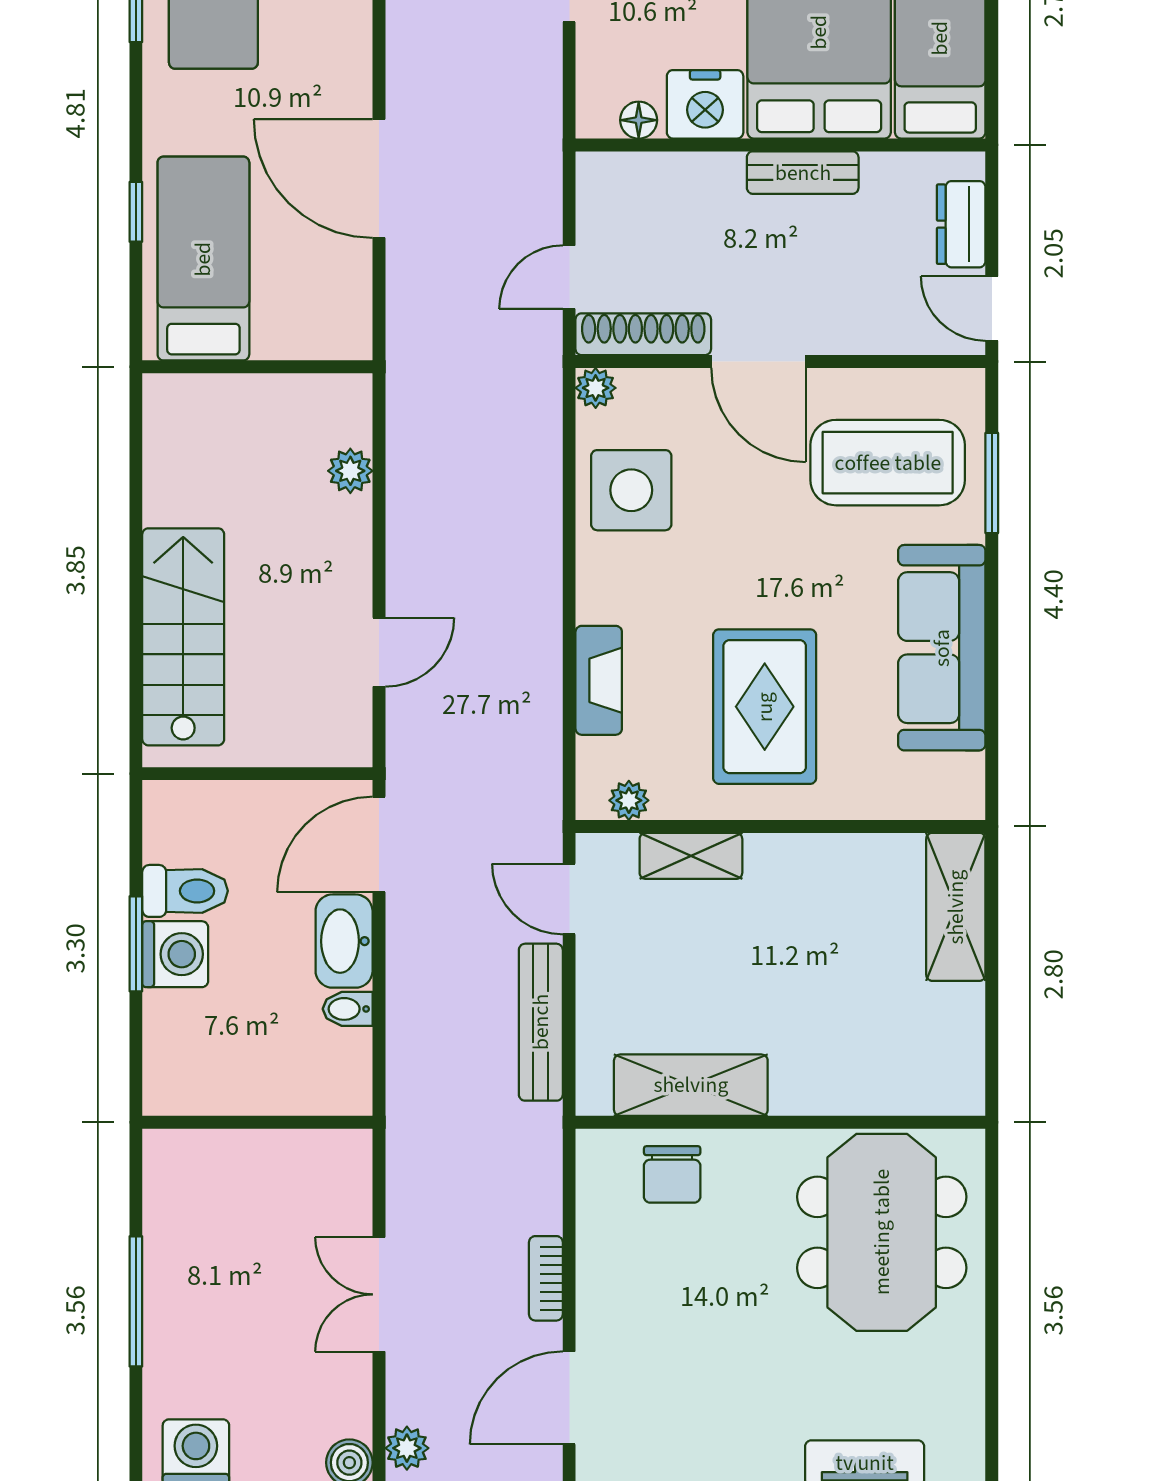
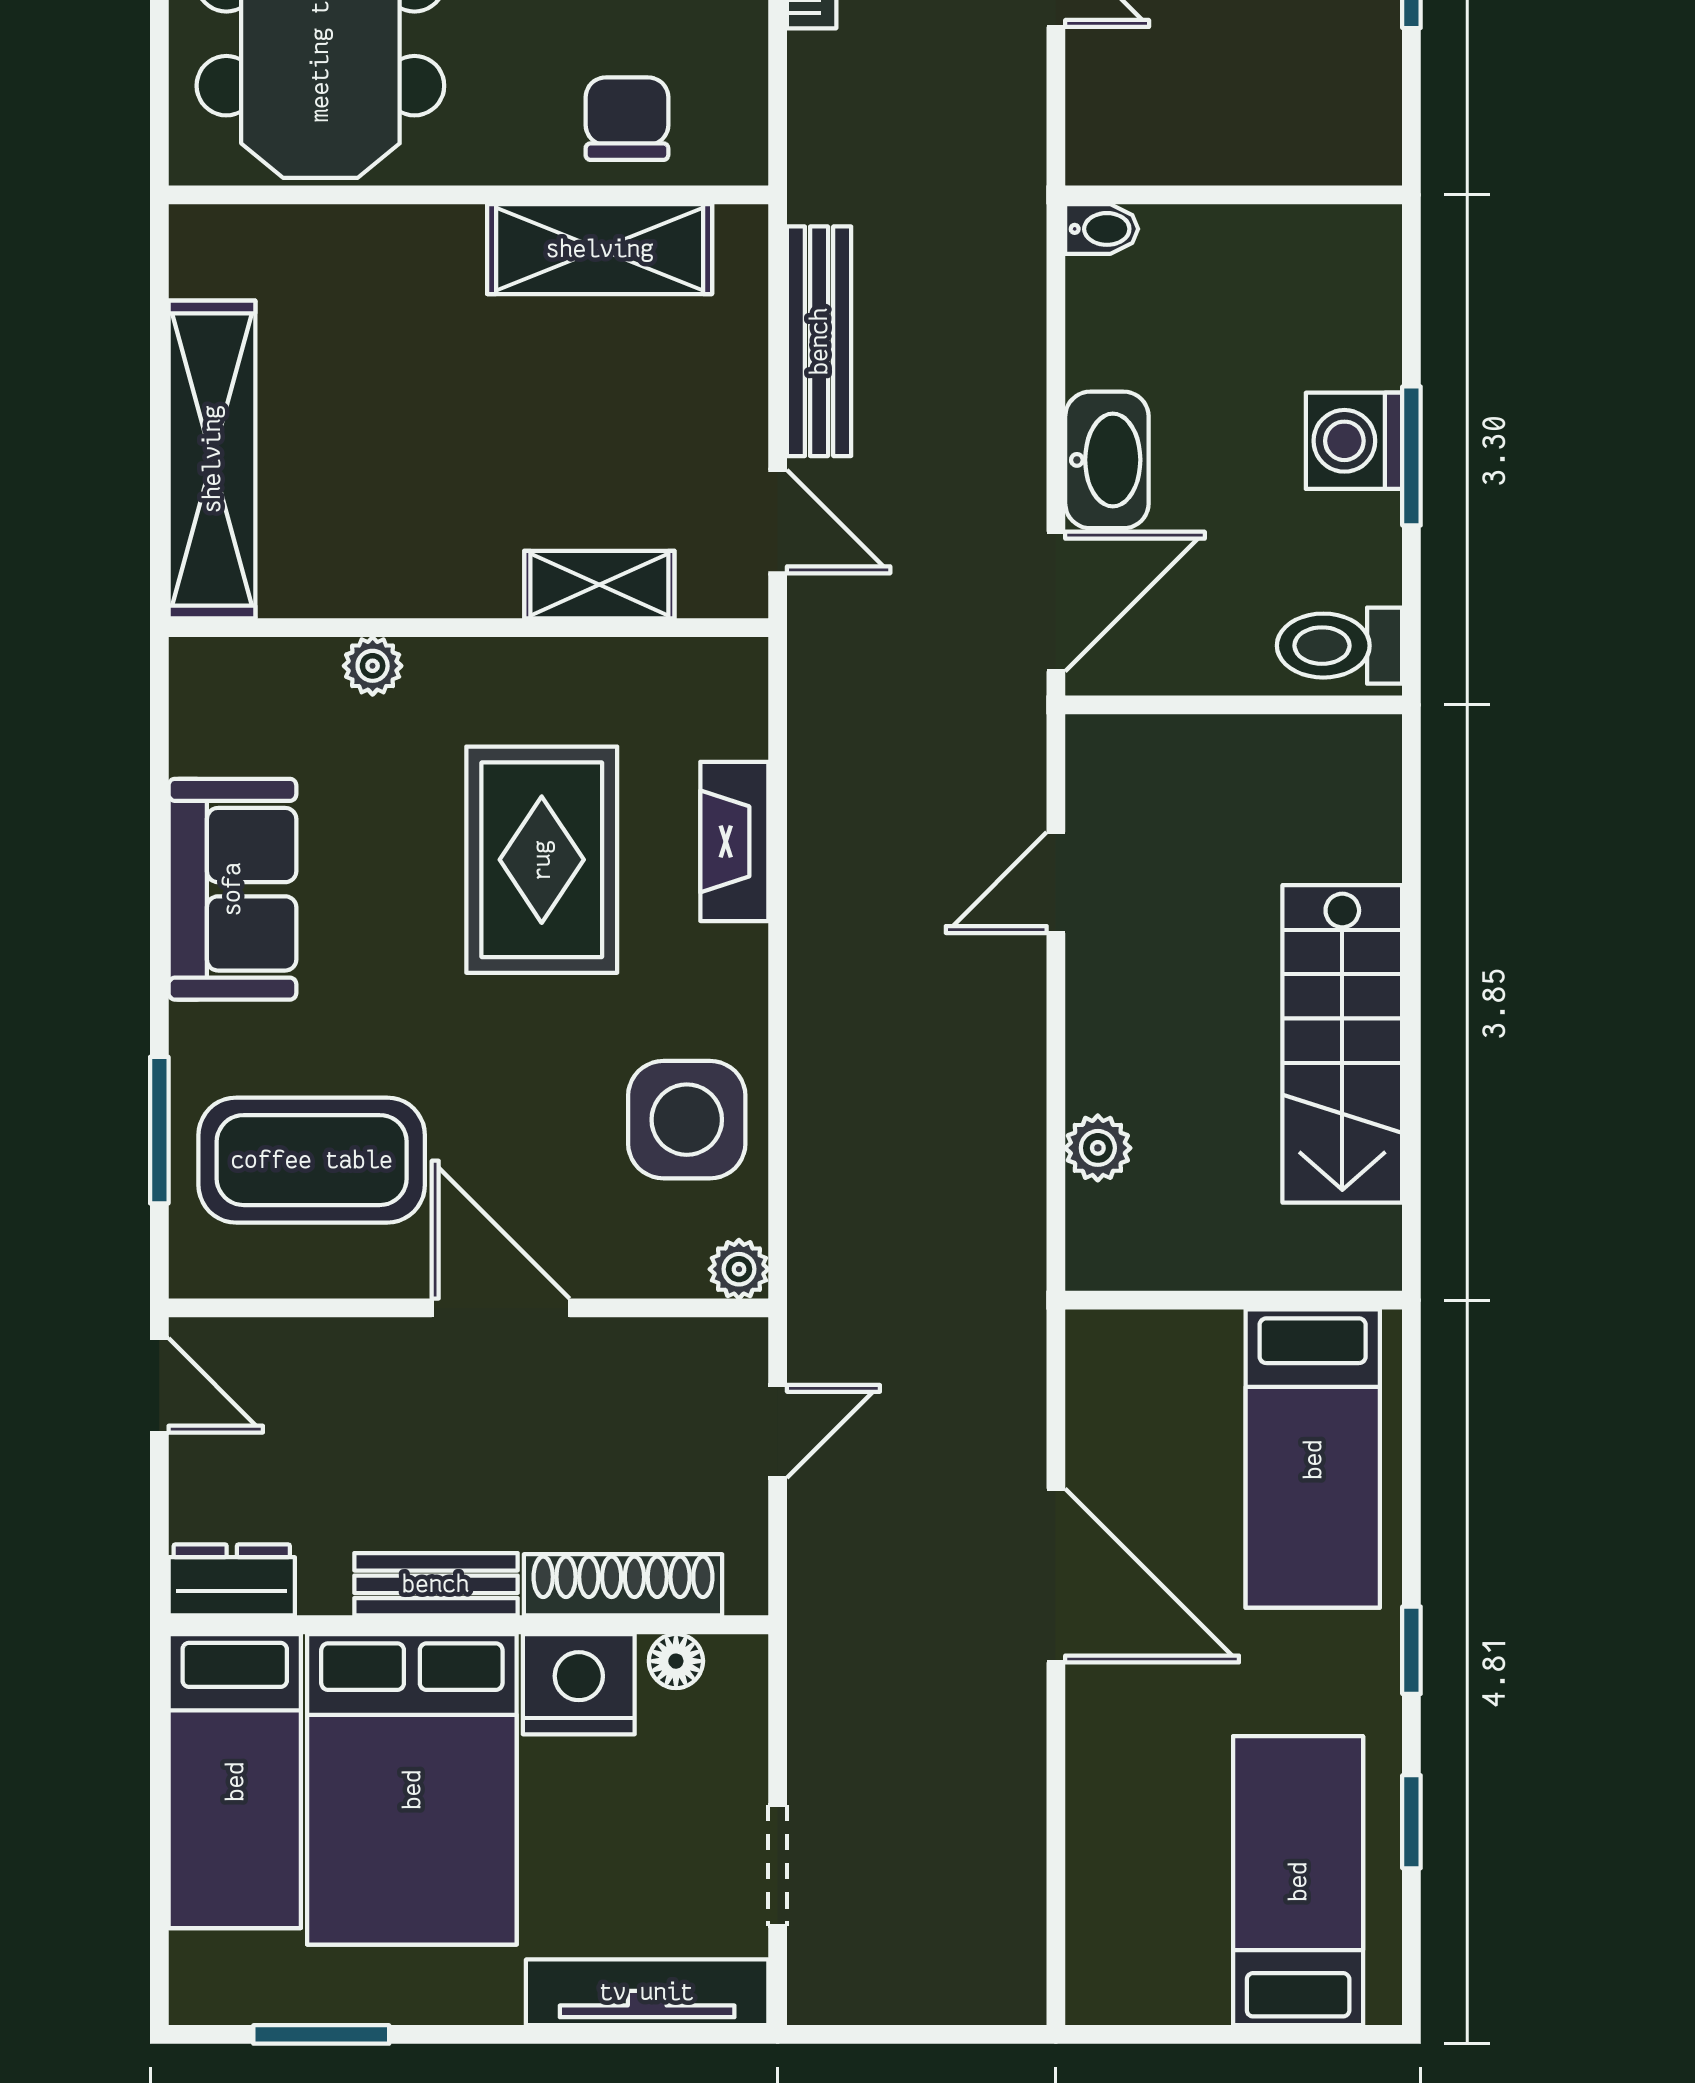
window: (136, 212) -> (1411, 1650), moved
dresser: (961, 224) -> (232, 1580), moved, turned -90
shoe rack: (643, 334) -> (623, 1585), moved, turned 180
stairs: (183, 637) -> (1342, 1044), moved
sofa: (942, 648) -> (232, 889), width x0.73
rug: (765, 707) -> (542, 860), moved
plant: (629, 800) -> (373, 666), moved
toilet: (185, 891) -> (1340, 646), moved
shelving: (956, 907) -> (212, 459), width x1.47
bidet: (348, 1009) -> (1102, 229), moved

